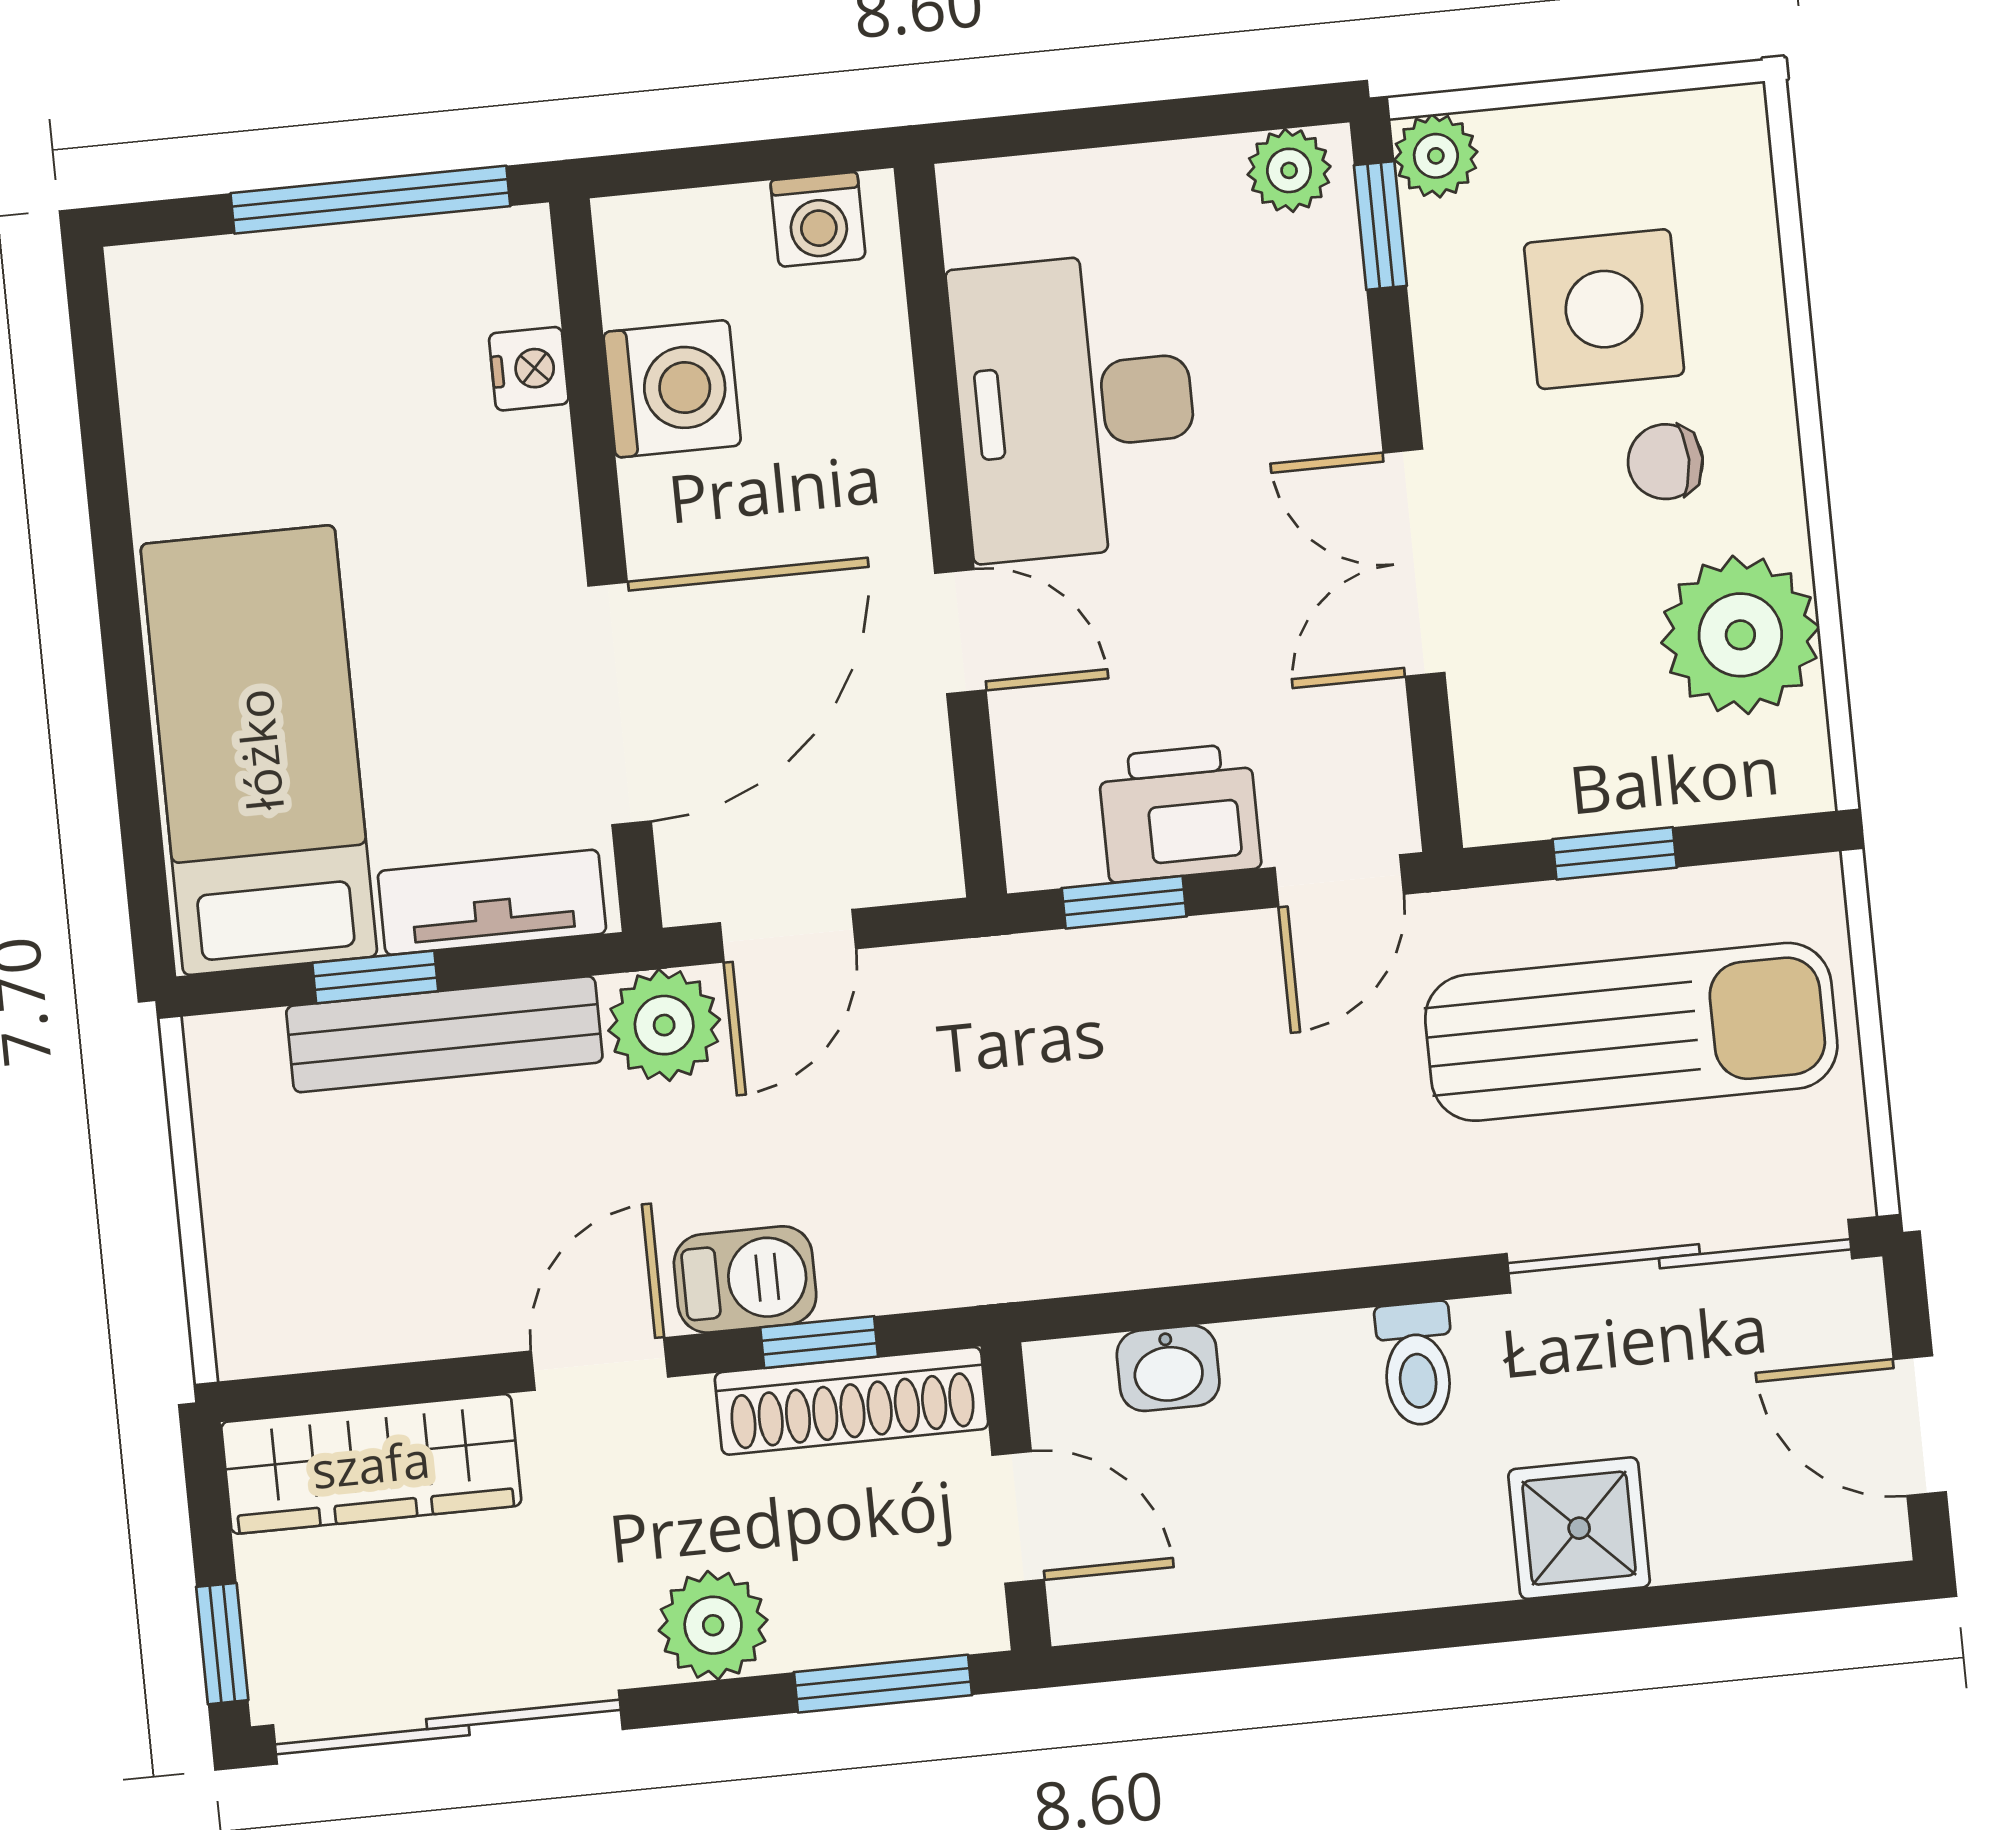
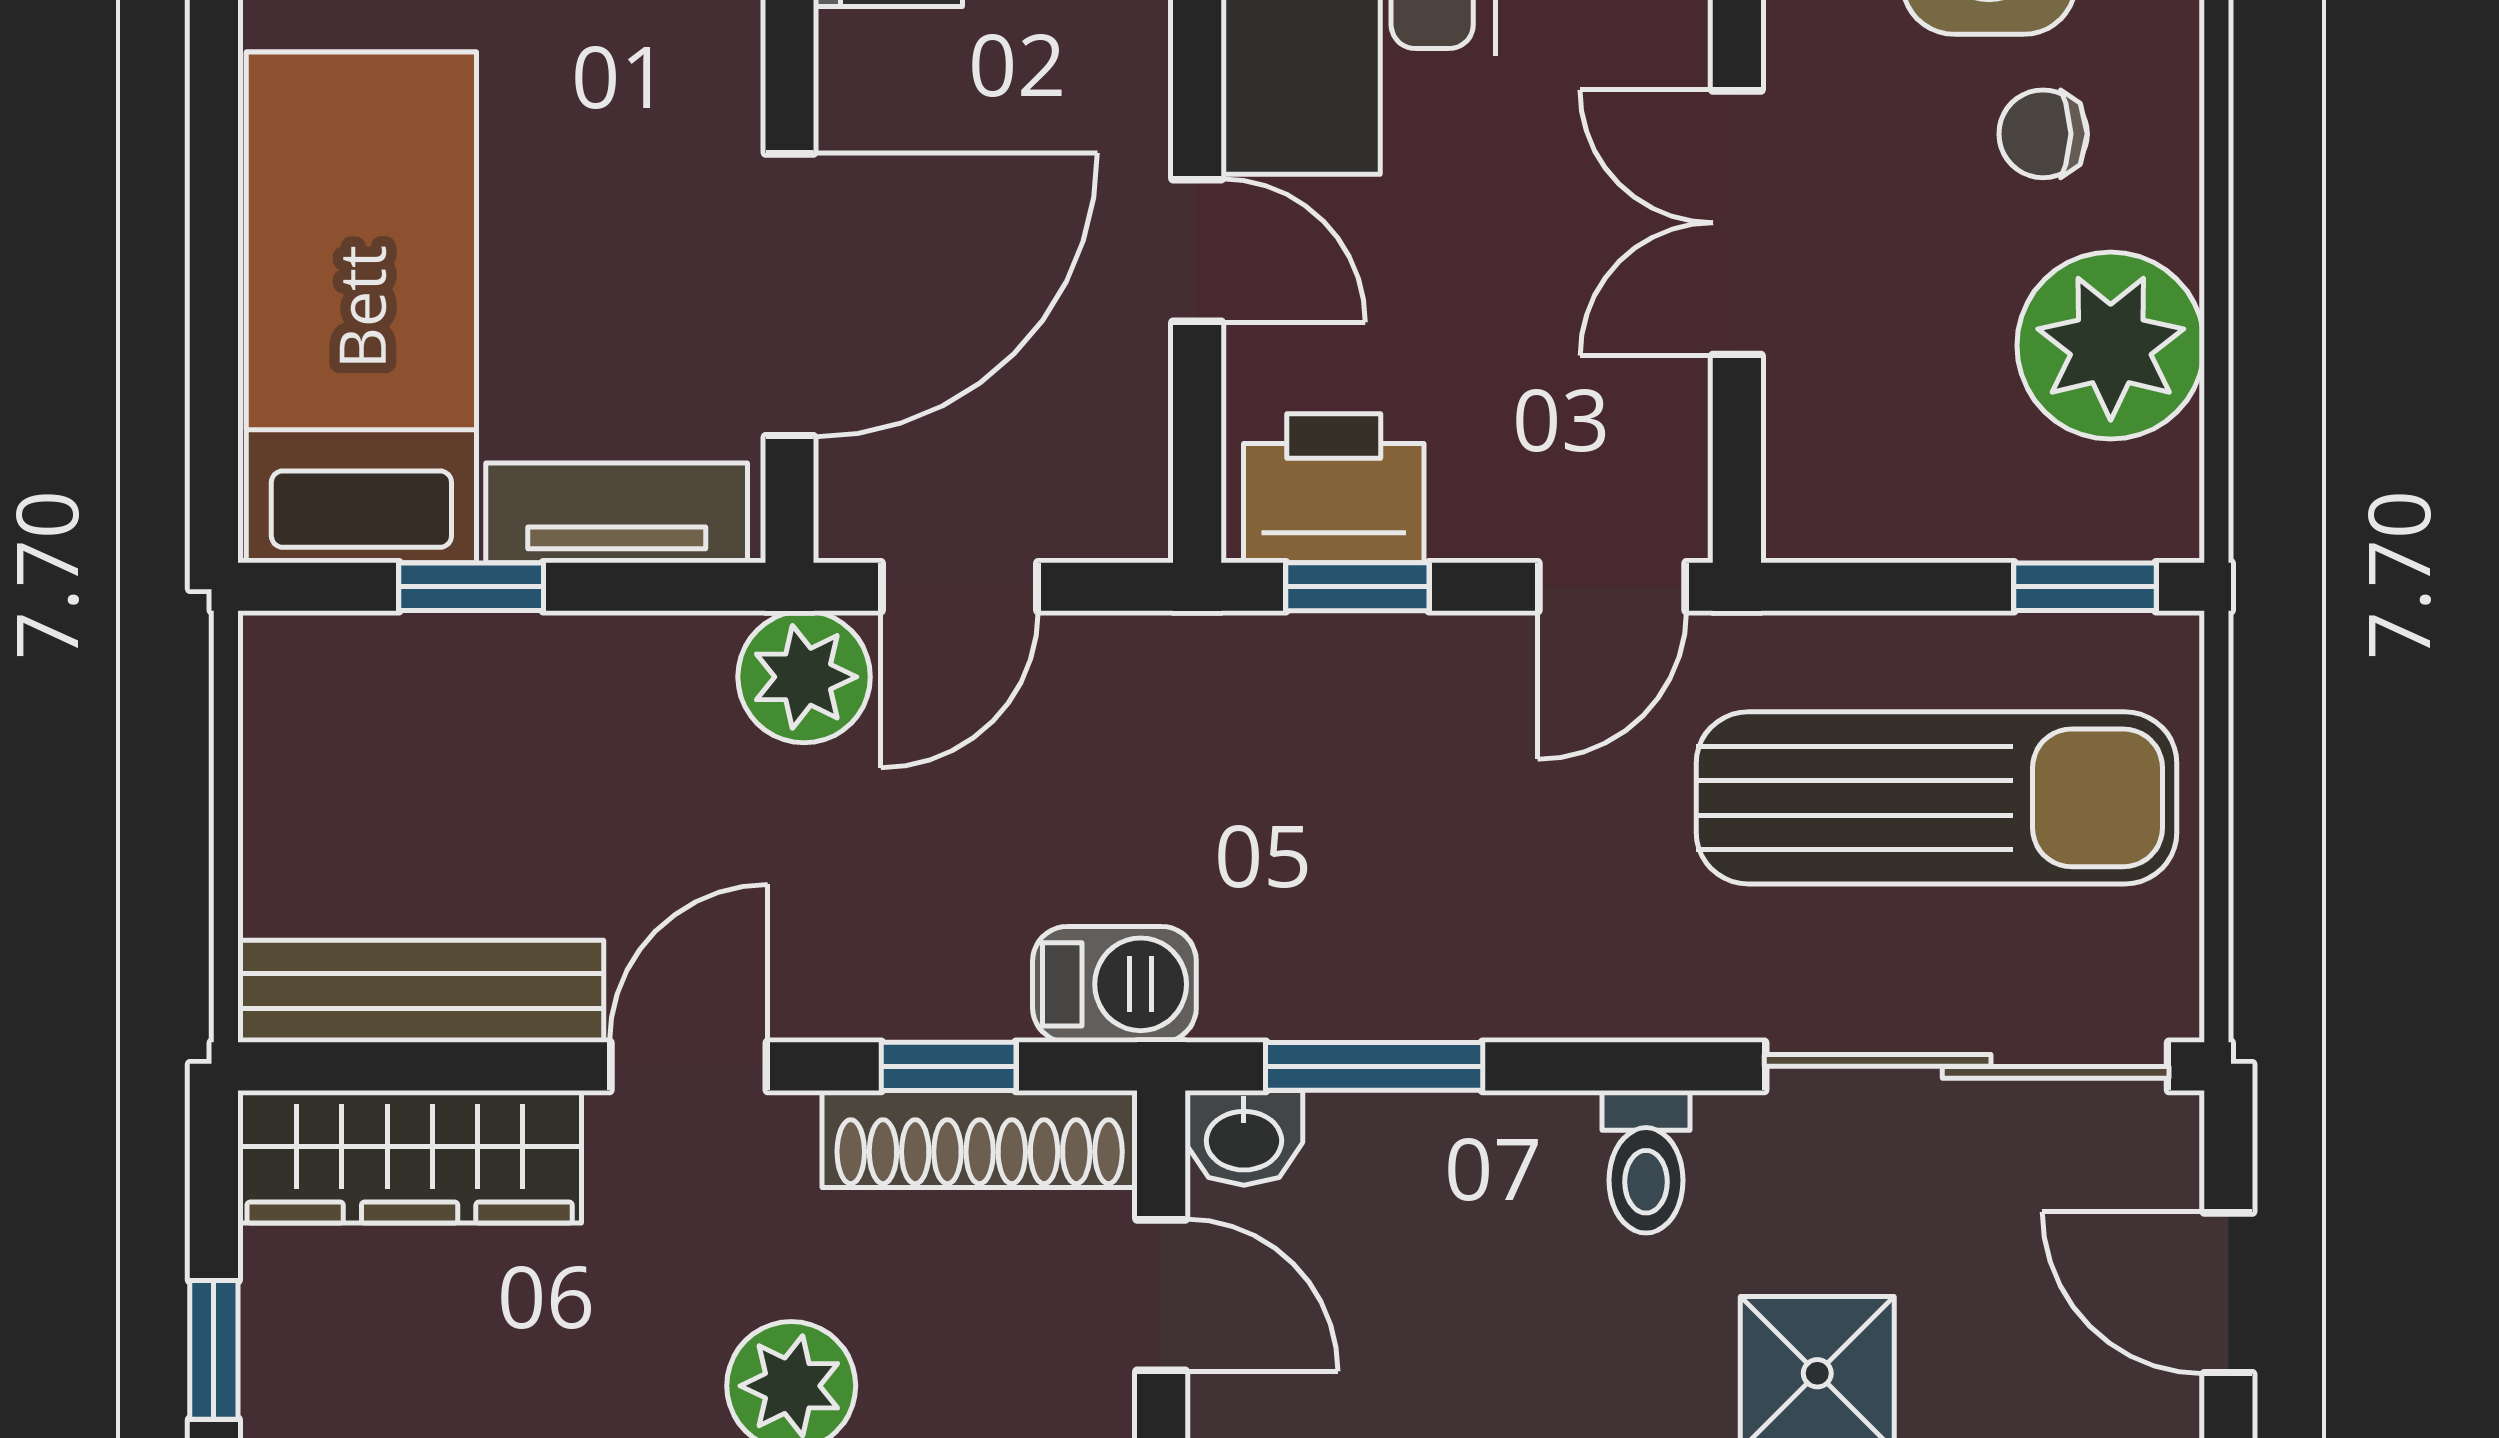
printer: (1179, 813) -> (1334, 488), moved
window: (1615, 853) -> (2085, 587), moved
bench: (444, 1034) -> (421, 991), moved
barbecue: (745, 1279) -> (1114, 984), moved
window: (1179, 1306) -> (1374, 1066), added
washbasin: (1168, 1368) -> (1244, 1138), moved

